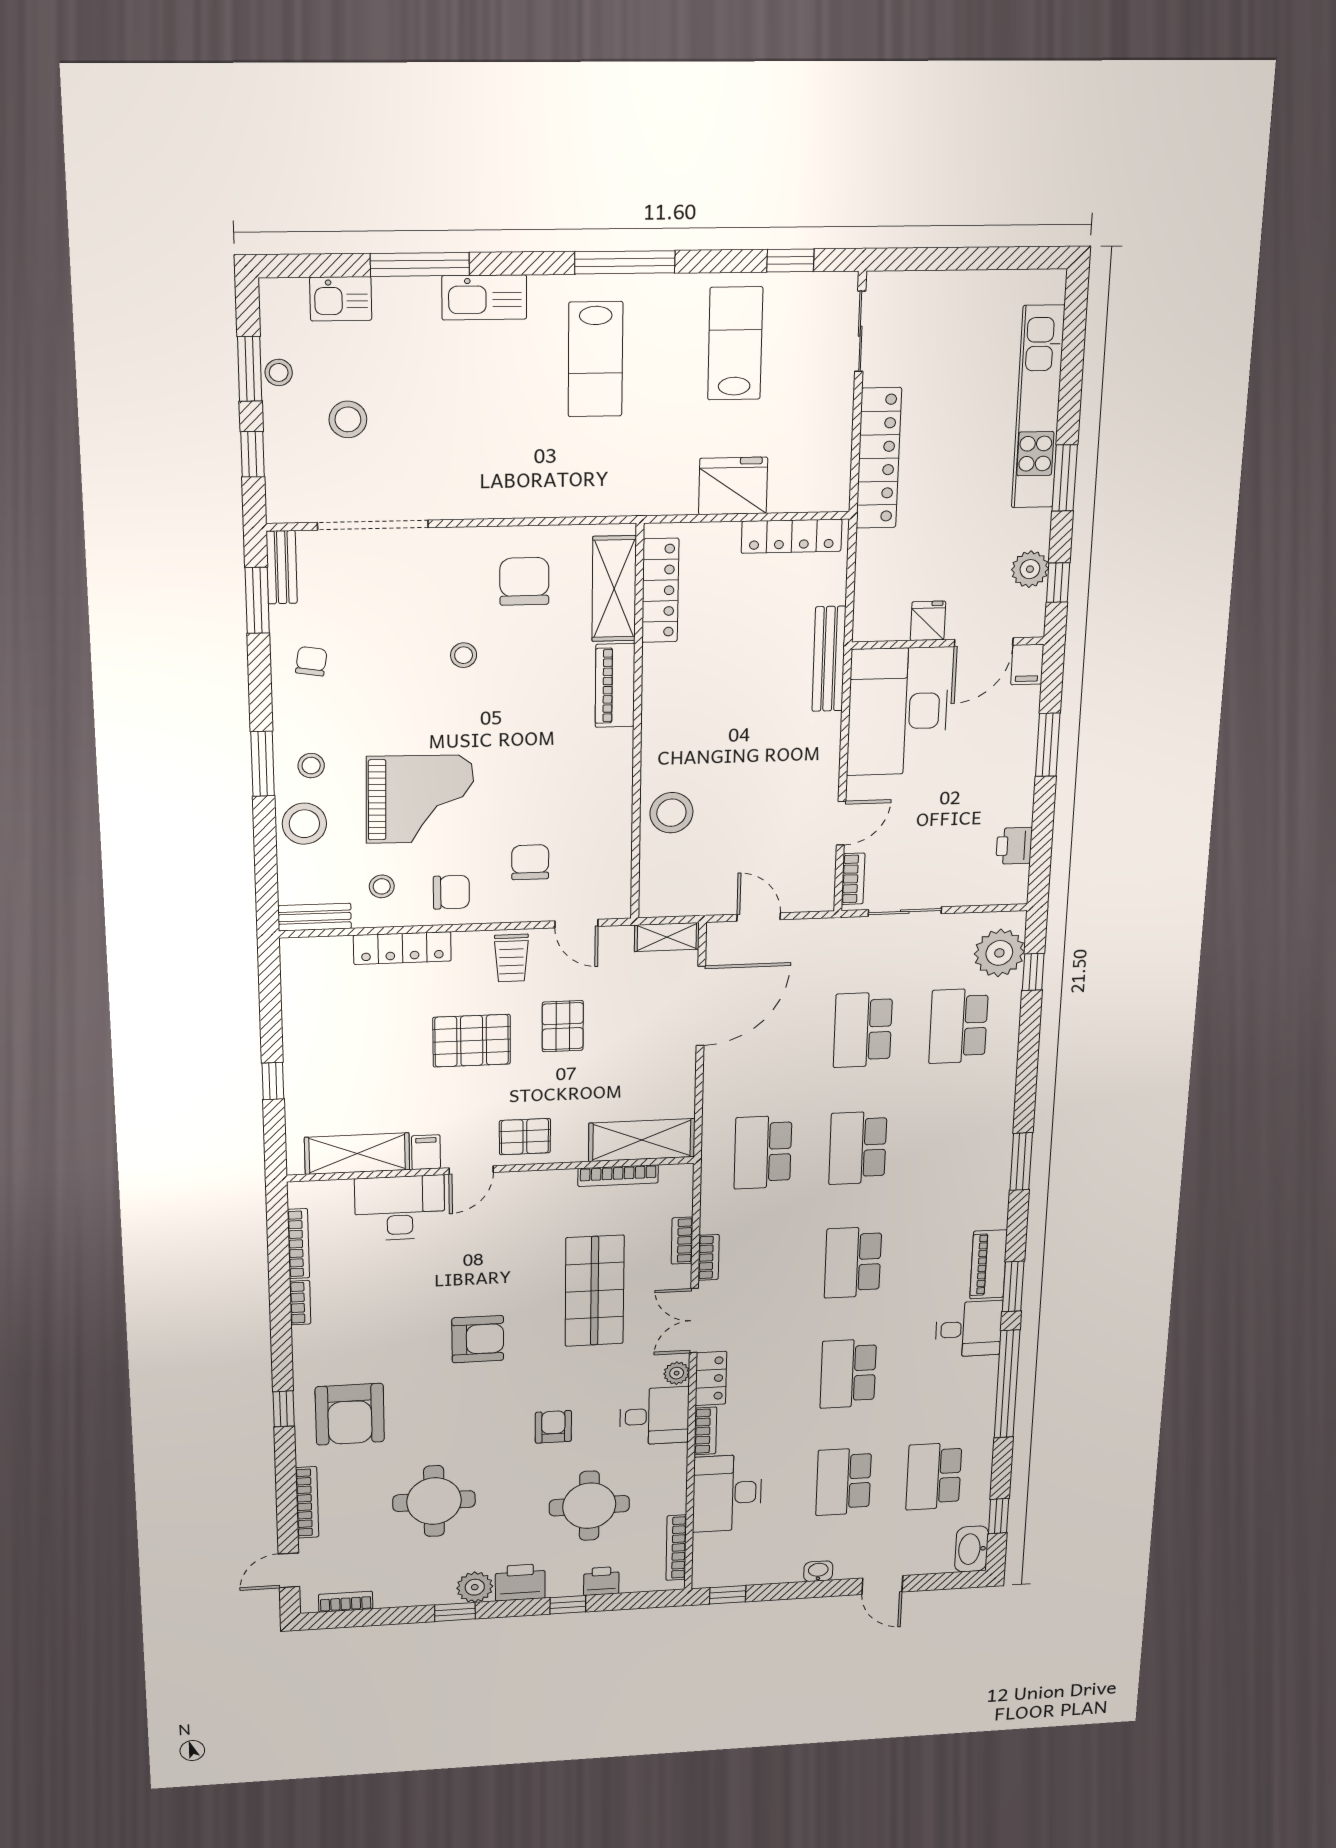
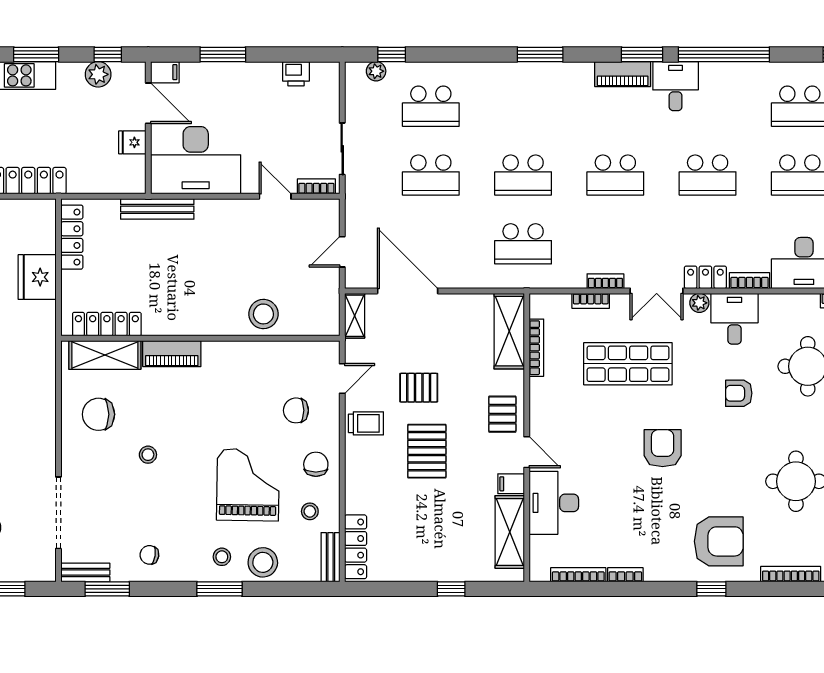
locker: (402, 948) -> (356, 547), moved
plant: (999, 953) -> (376, 71), width x0.53, depth x0.53

